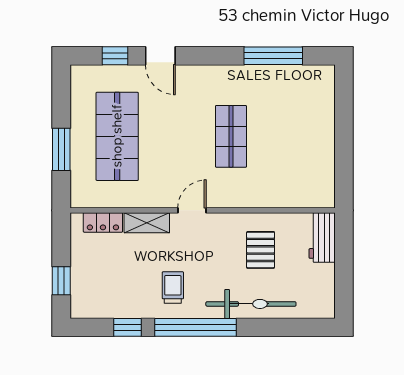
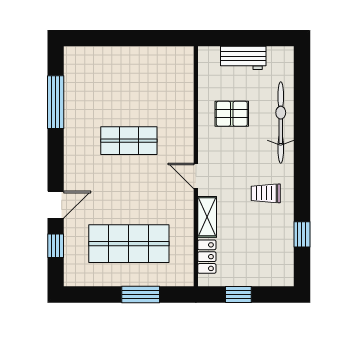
workbench: (322, 238) -> (243, 58), moved
window: (61, 281) -> (238, 294), moved
window: (196, 327) -> (302, 173), removed

